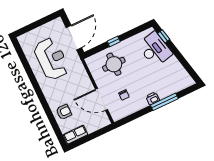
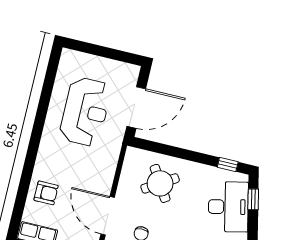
window: (114, 41) -> (228, 165), moved
round table: (114, 64) -> (160, 183), turned -32

